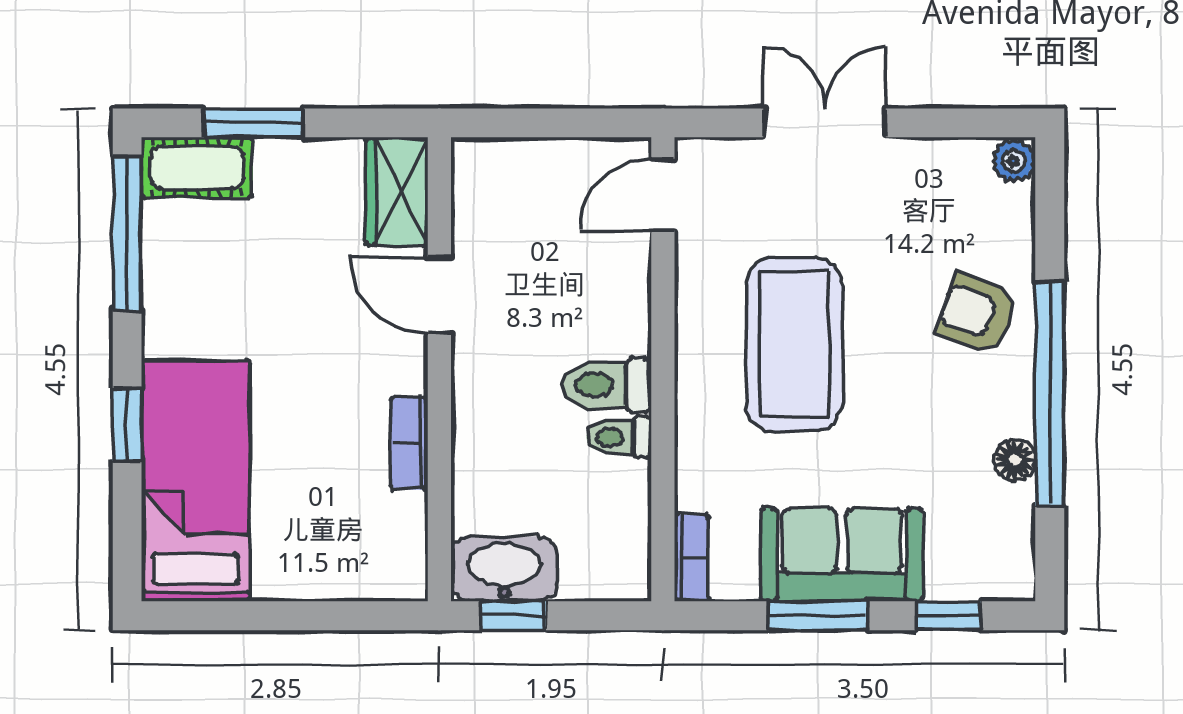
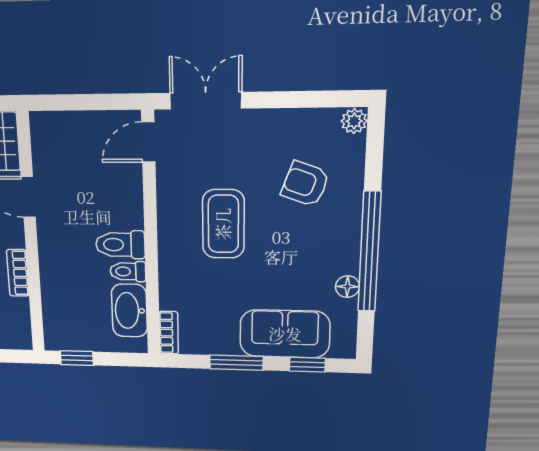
double door: (824, 123) -> (206, 101), moved
armchair: (976, 314) -> (305, 184), moved
coffee table: (794, 344) -> (223, 224), width x0.73, depth x0.76
sofa: (842, 555) -> (285, 334), moved
washbasin: (504, 569) -> (129, 311), moved, turned -90

